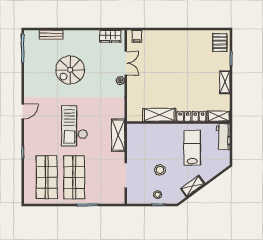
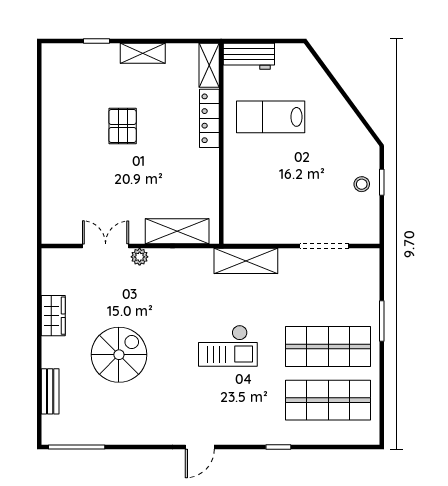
wardrobe: (110, 36) -> (53, 316), moved
filing cabinet: (137, 36) -> (53, 225), removed
pallet: (220, 43) -> (123, 126), moved, turned 90
spiral stairs: (70, 70) -> (119, 355), turned -90
door: (23, 111) -> (200, 447), swing flipped
shelving: (159, 115) -> (177, 231), moved, turned 90
checkout: (75, 126) -> (228, 346), width x0.73, depth x0.83
stool: (160, 170) -> (314, 180), removed
shelving: (192, 186) -> (345, 116), removed

